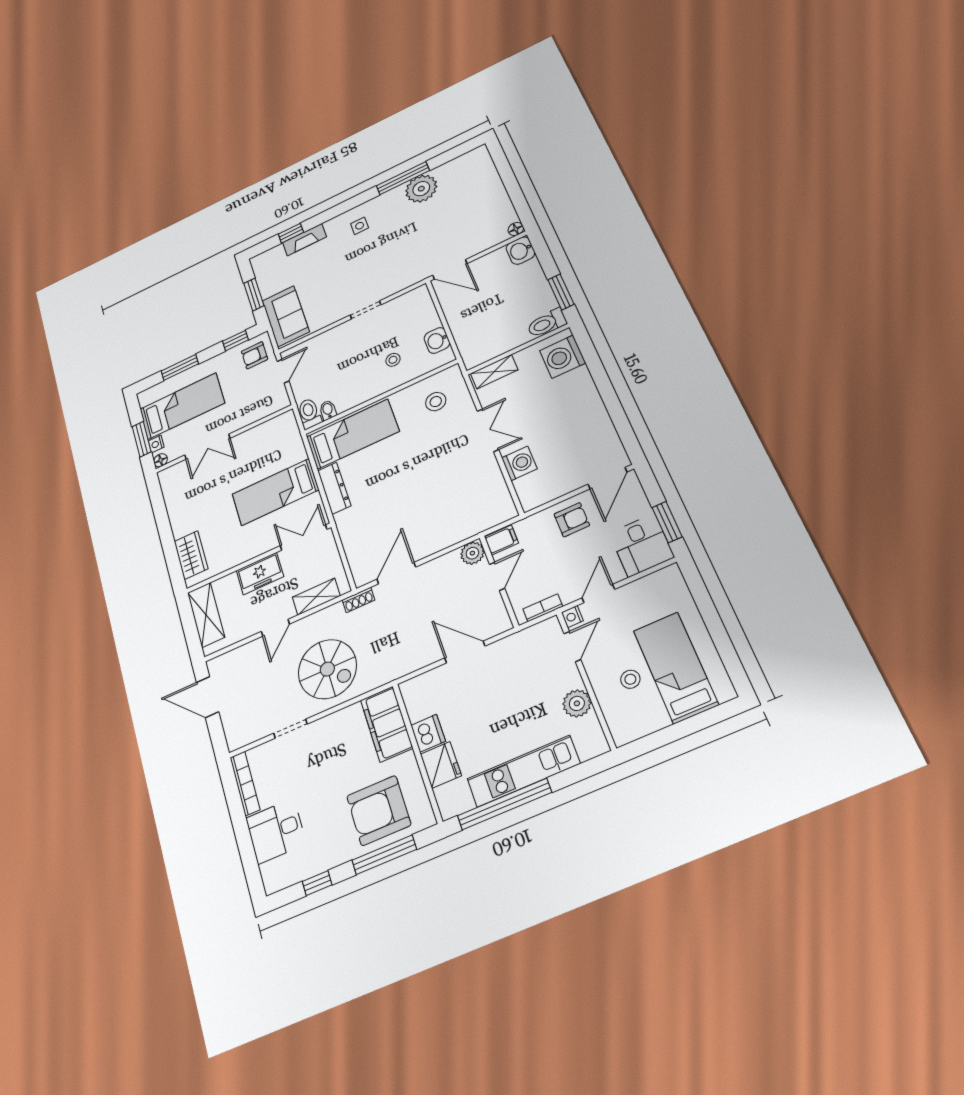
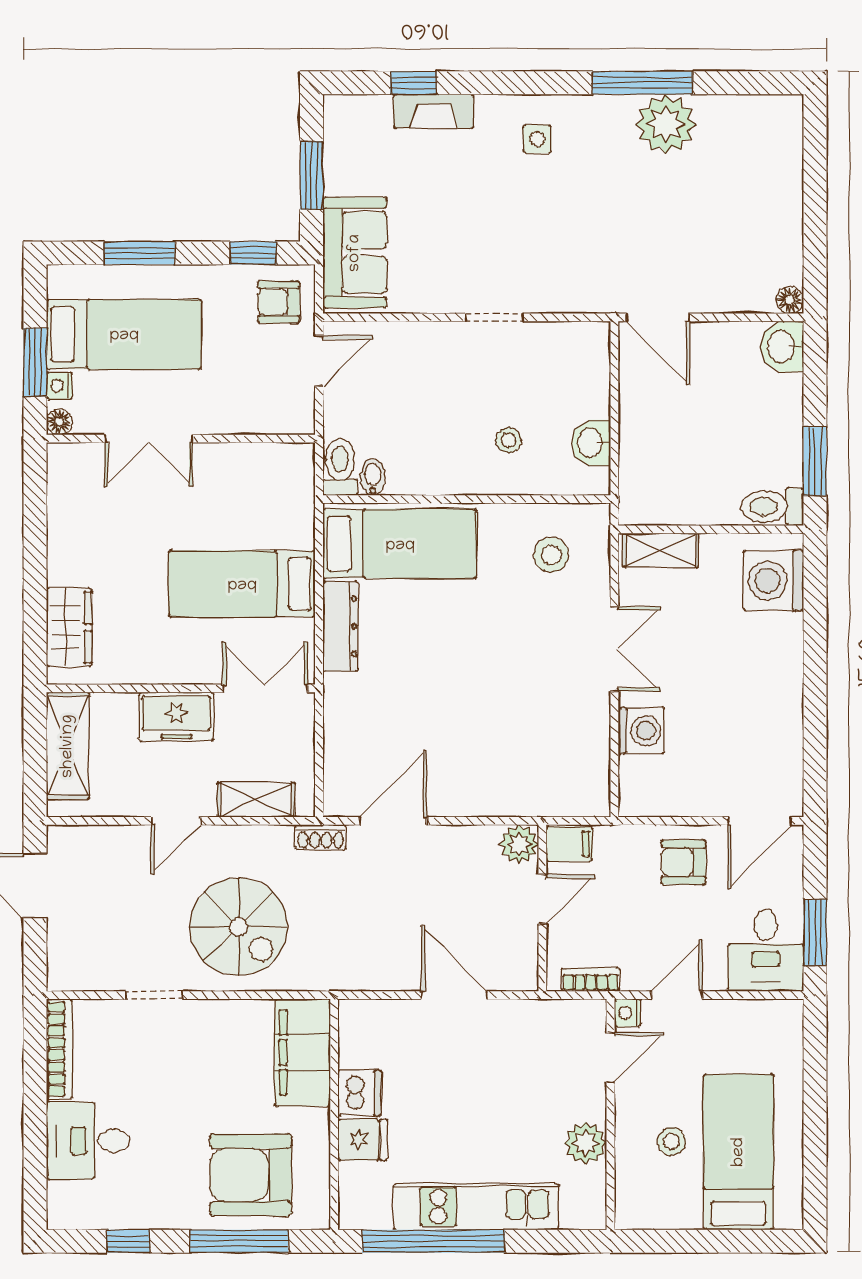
armchair: (572, 520) -> (683, 862), turned 180
fridge: (441, 765) -> (362, 1140), width x0.72

